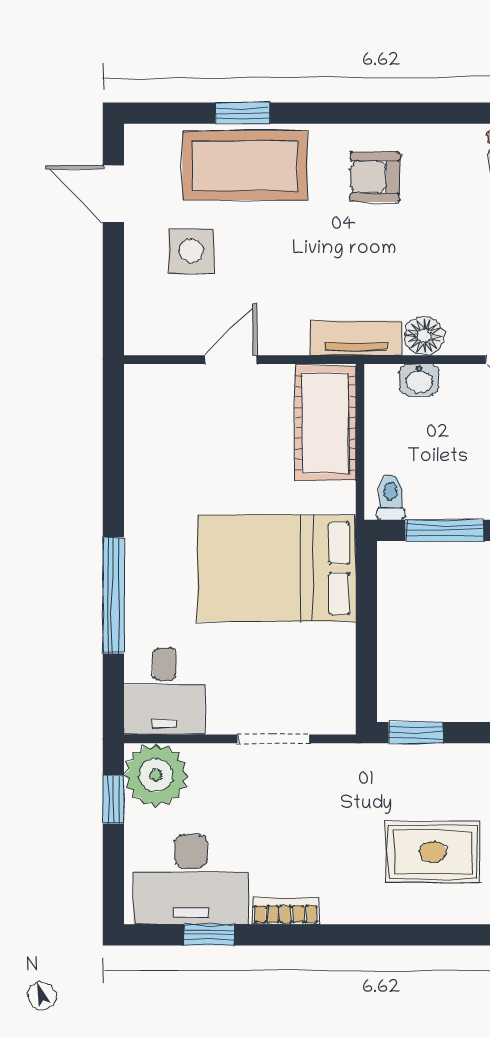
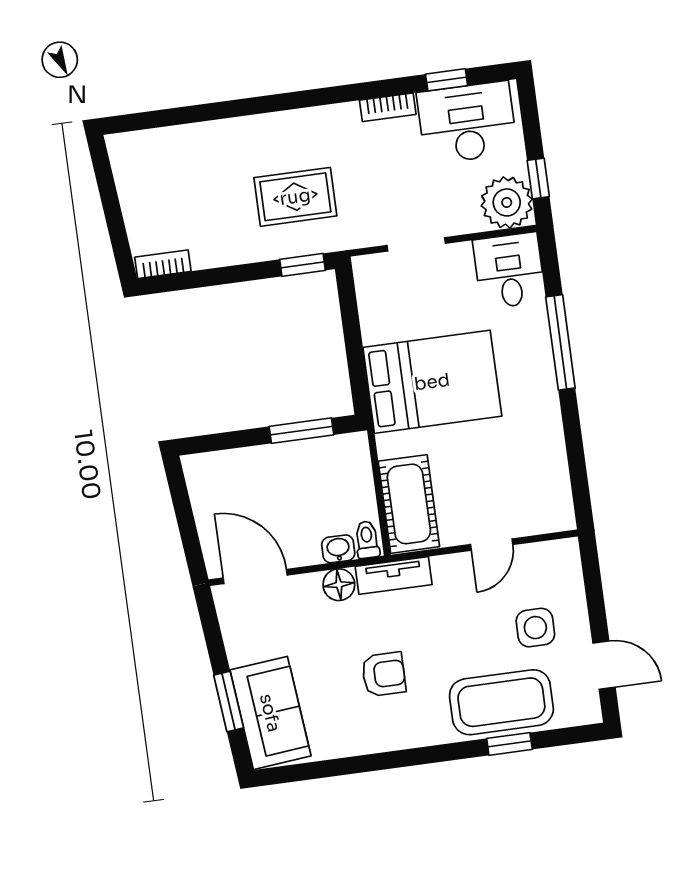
armchair: (375, 177) -> (384, 674), moved
toilet: (390, 497) -> (367, 540), moved, turned 180
rug: (433, 852) -> (295, 197), moved

